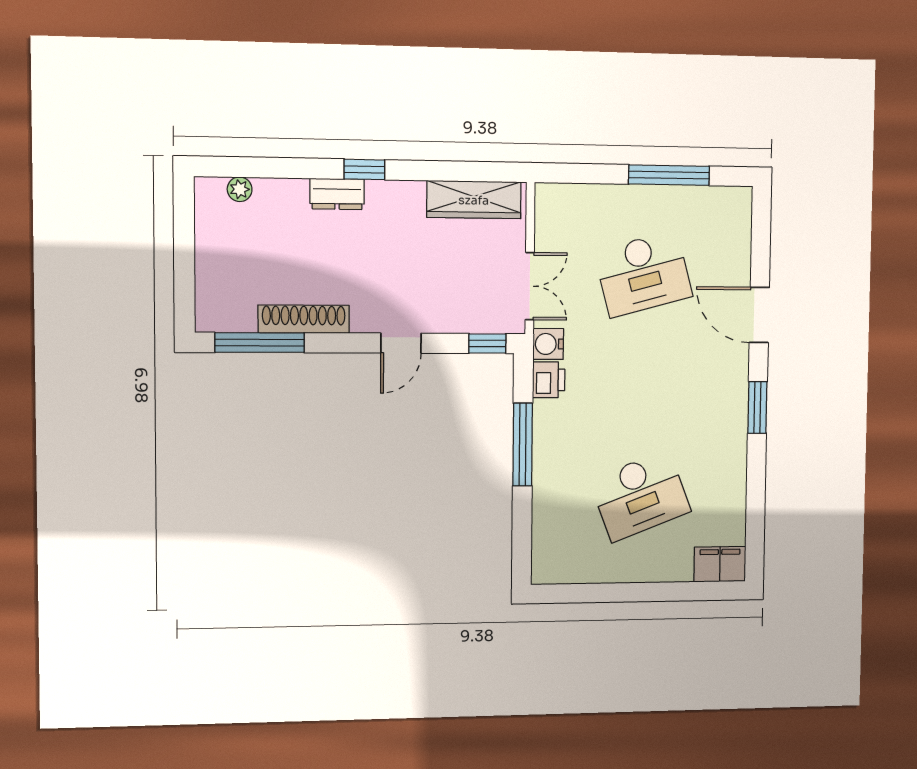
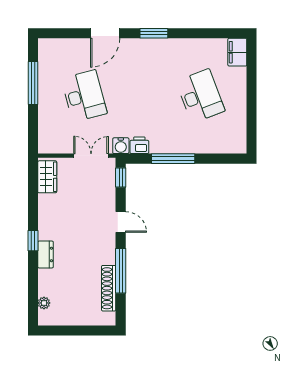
wardrobe: (474, 200) -> (47, 177), width x0.67
shoe rack: (304, 319) -> (109, 288), moved
window: (260, 343) -> (121, 271), moved

